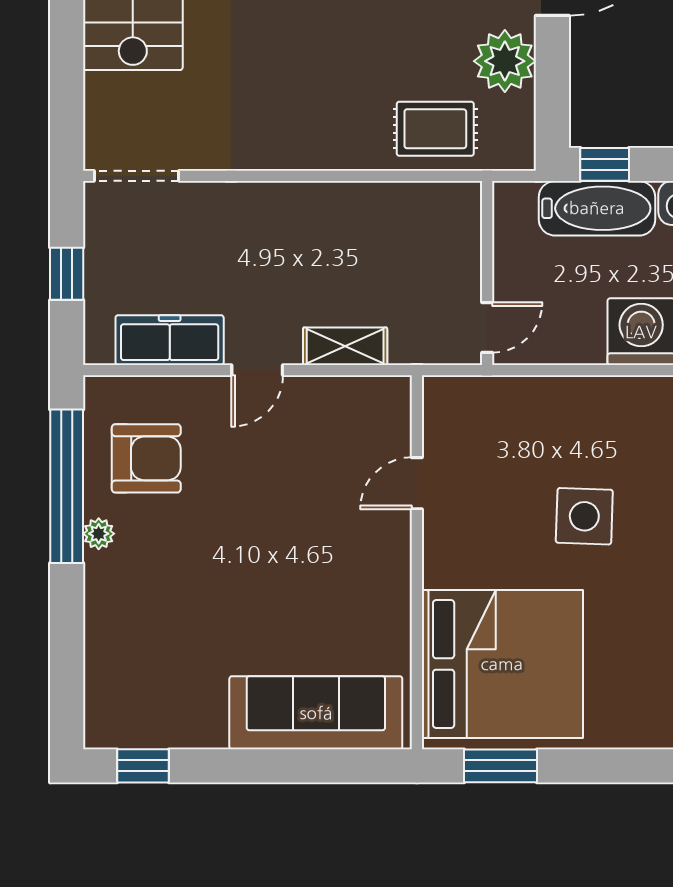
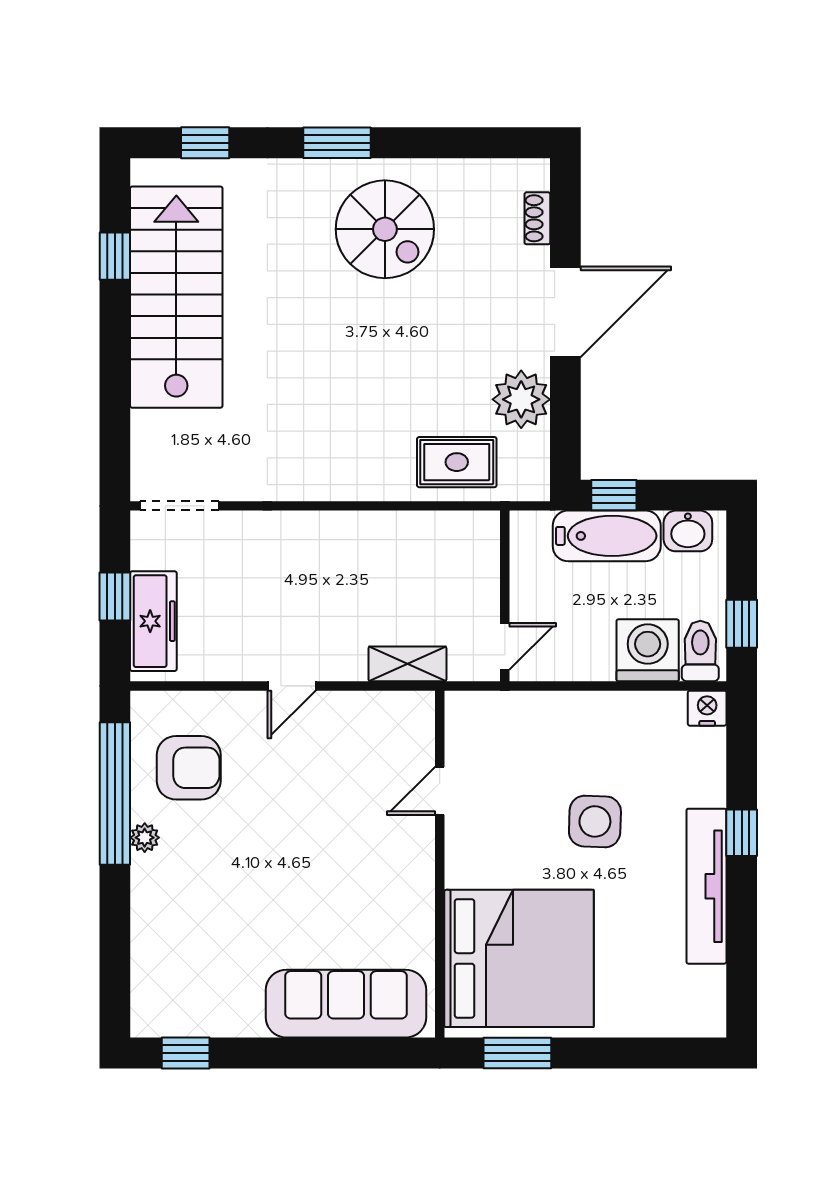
freezer: (170, 340) -> (153, 621), moved, turned 90
shelving: (345, 346) -> (407, 664), moved

